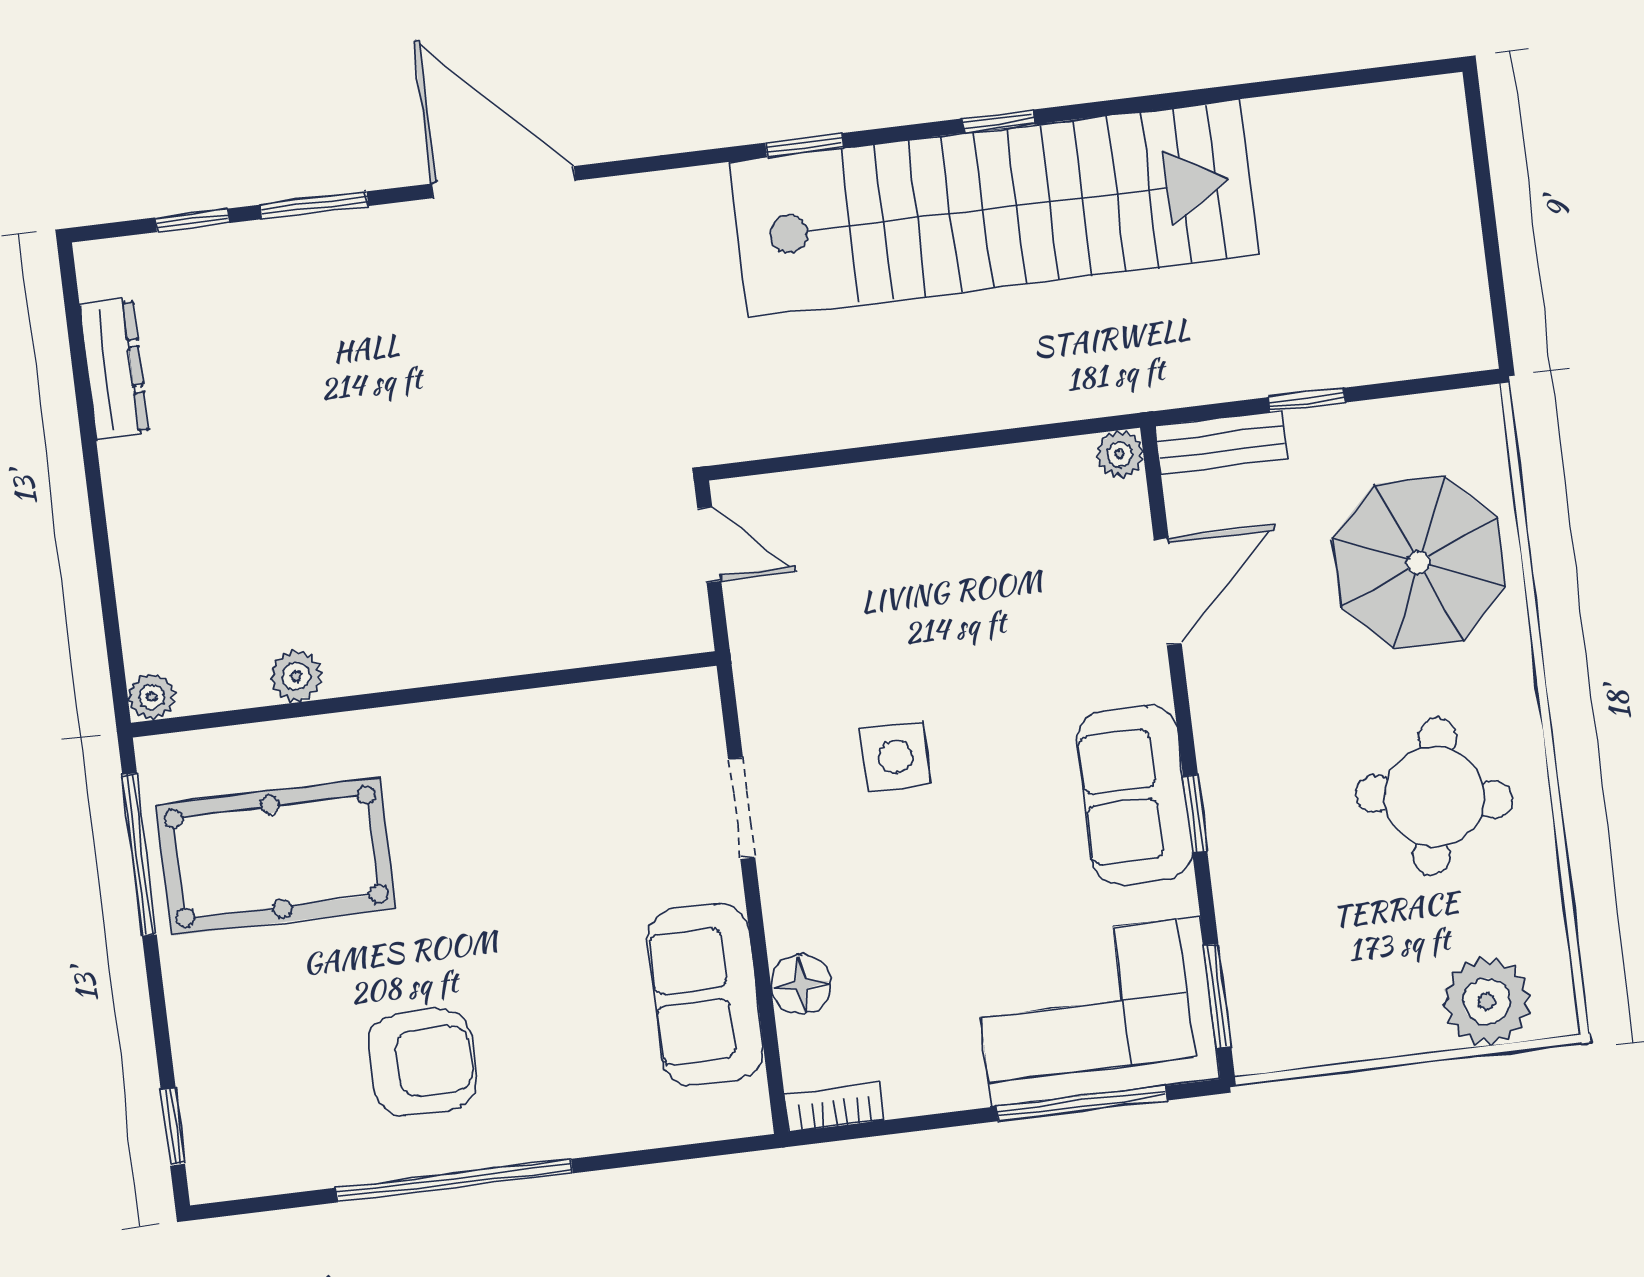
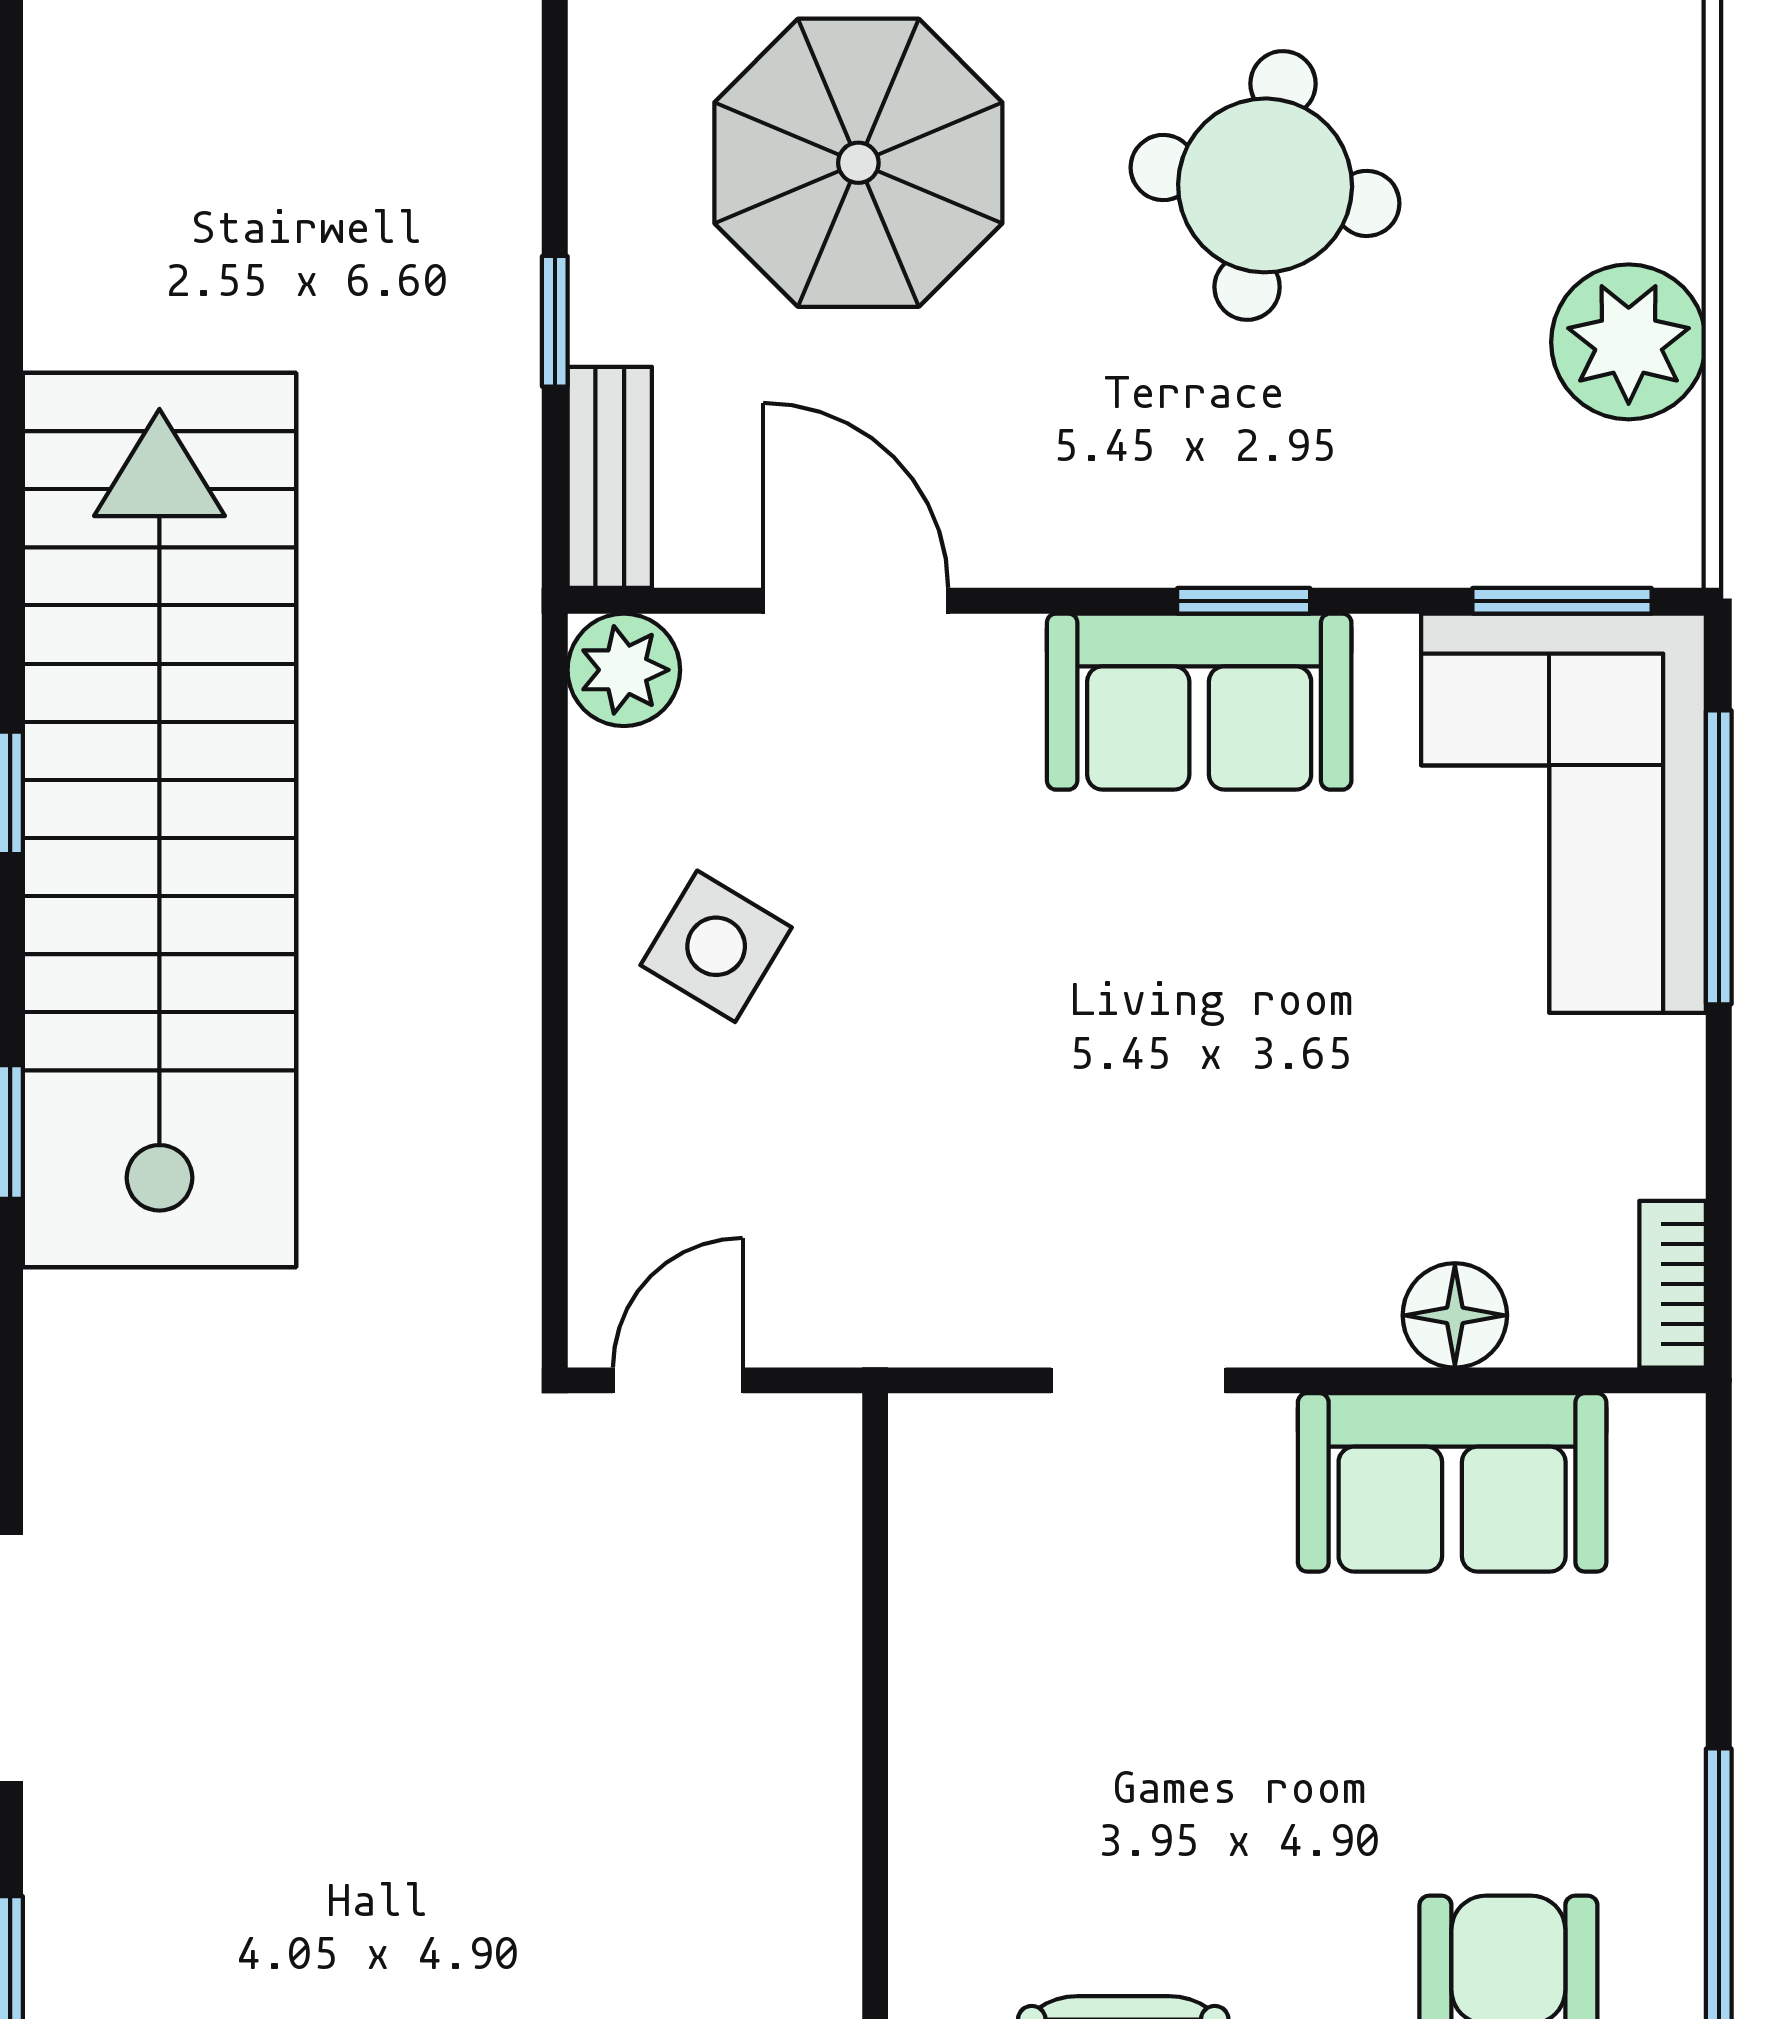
plant: (1120, 454) -> (624, 670), width x1.38, depth x1.38
side table: (896, 757) -> (716, 946), moved, turned 31
plant: (1487, 1001) -> (1629, 342), moved

